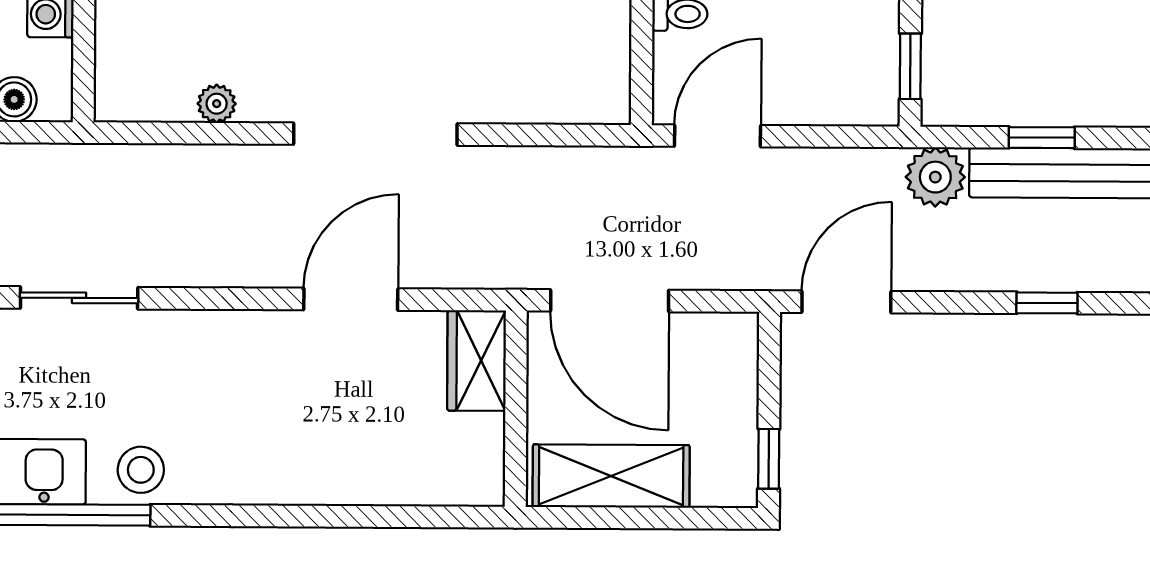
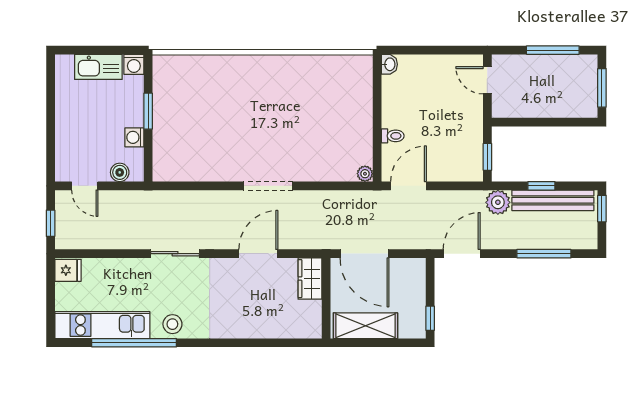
plant: (217, 104) -> (365, 174), moved
doorway: (375, 134) -> (268, 186), width x0.73
sliding door: (79, 298) -> (175, 254), moved
window: (1047, 303) -> (544, 254), width x2.17

